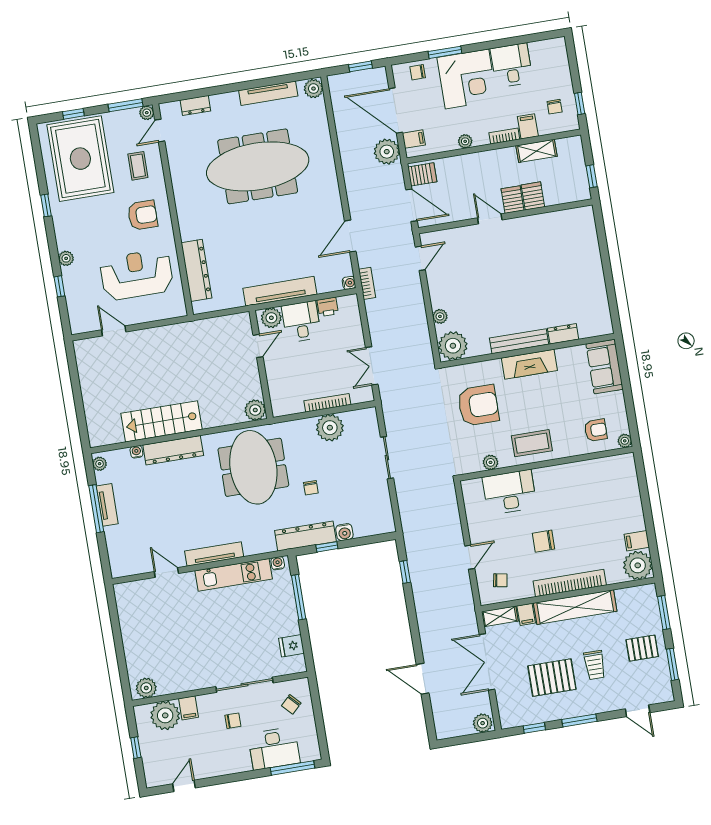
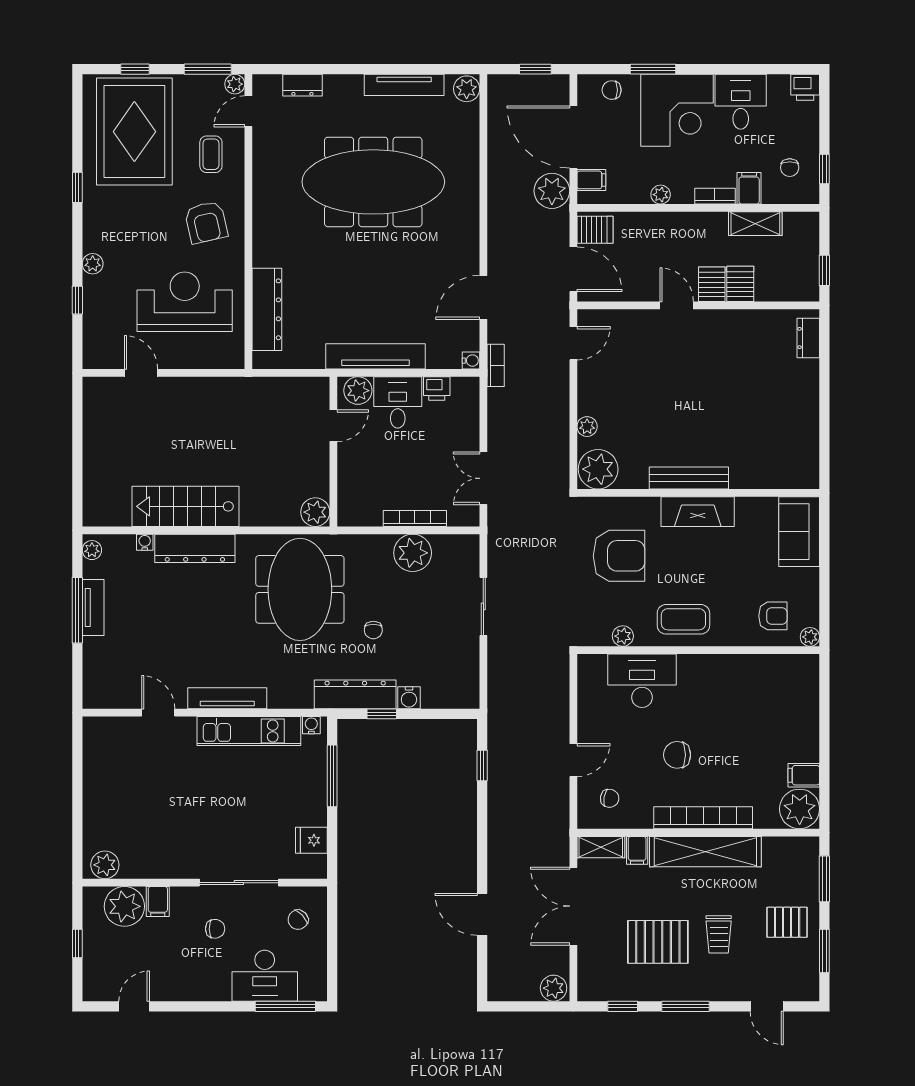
printer: (556, 47) -> (805, 87), added
armchair: (143, 215) -> (206, 222), turned 77
dresser: (563, 334) -> (808, 338), moved, turned -90

